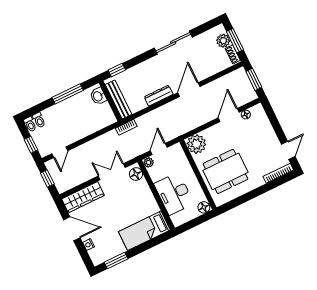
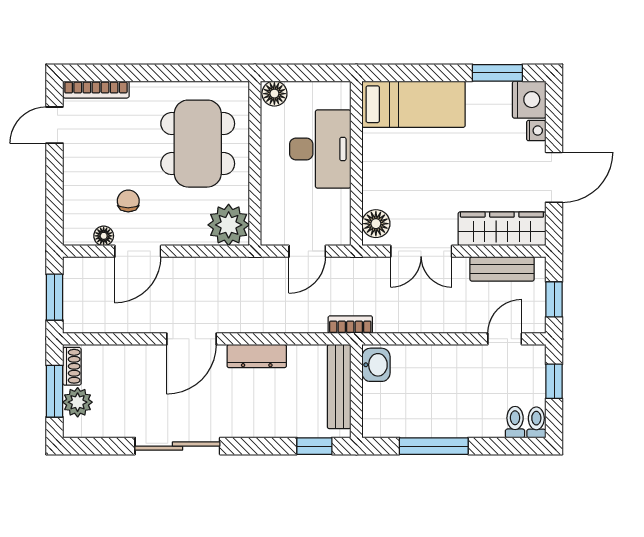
washbasin: (98, 96) -> (376, 365), moved
chair: (243, 134) -> (128, 201), added
plant: (149, 162) -> (340, 234), removed
dining table: (225, 171) -> (198, 144), turned 90
bench: (75, 181) -> (502, 269), added
door: (72, 229) -> (554, 177), swing flipped
nightstand: (98, 256) -> (529, 100), added

